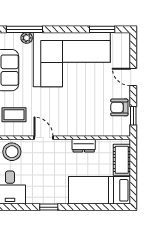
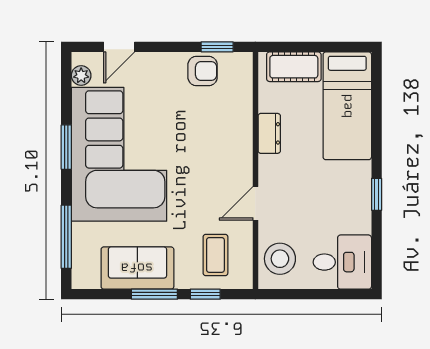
window: (102, 29) -> (66, 147), moved
plant: (27, 38) -> (81, 75), moved
door: (133, 77) -> (119, 47), moved
armchair: (119, 107) -> (203, 71), turned -90

